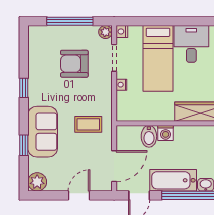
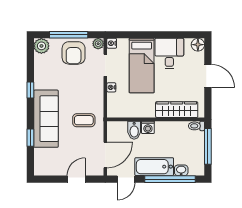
armchair: (74, 64) -> (74, 53), moved, turned -90
sofa: (43, 132) -> (46, 119), width x1.36
plant: (37, 182) -> (41, 46), moved

